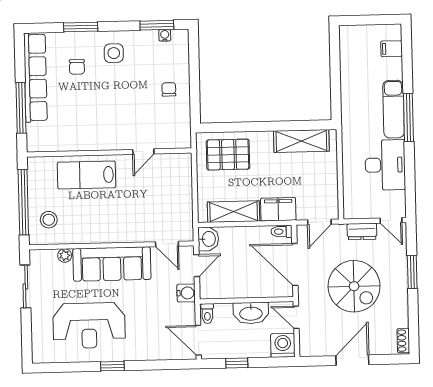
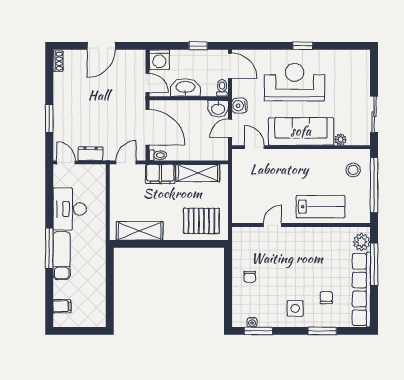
plant: (37, 134) -> (362, 242), added
washbasin: (208, 239) -> (218, 109), moved, turned -90
spiral stairs: (354, 286) -> (98, 108), removed
reception desk: (89, 325) -> (295, 82), moved

